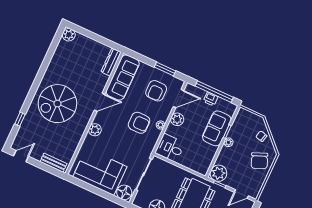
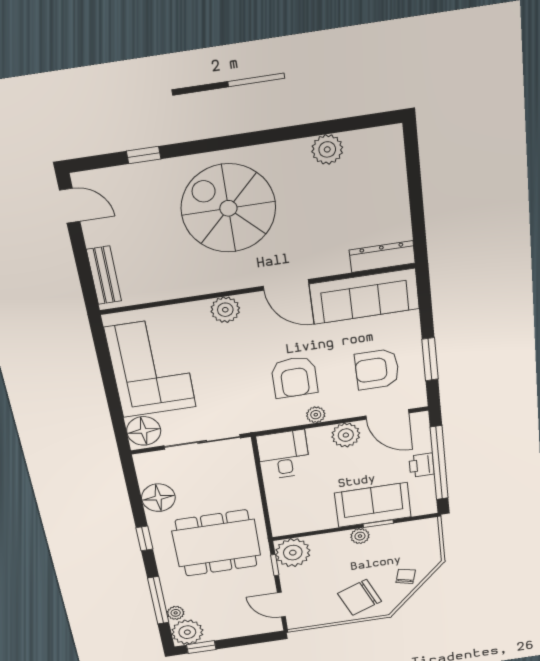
plant: (69, 35) -> (327, 149), moved

